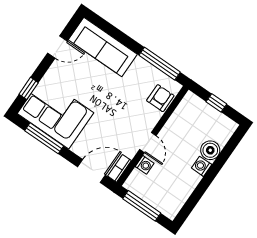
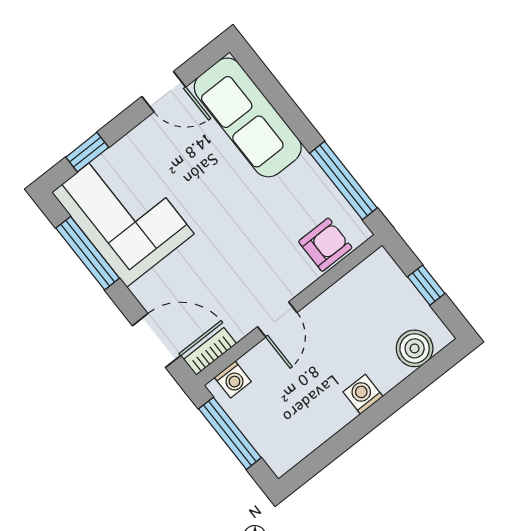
boiler: (210, 150) -> (415, 348), moved
washing machine: (145, 165) -> (233, 379), moved

